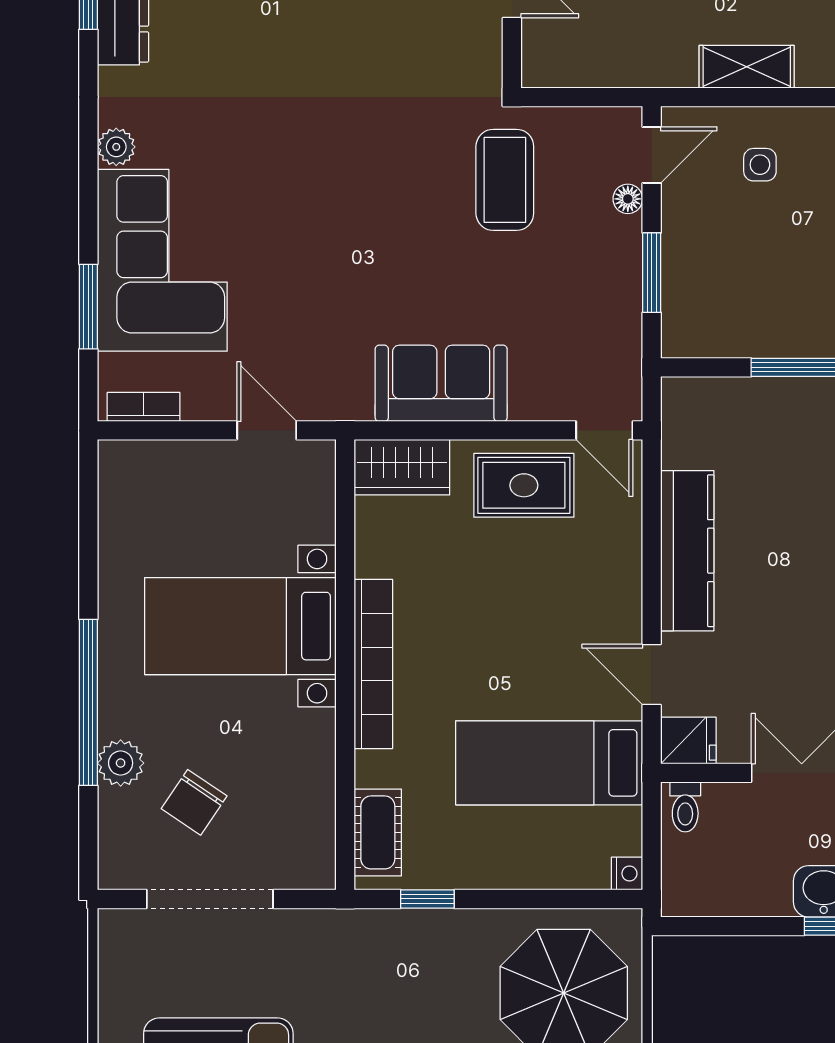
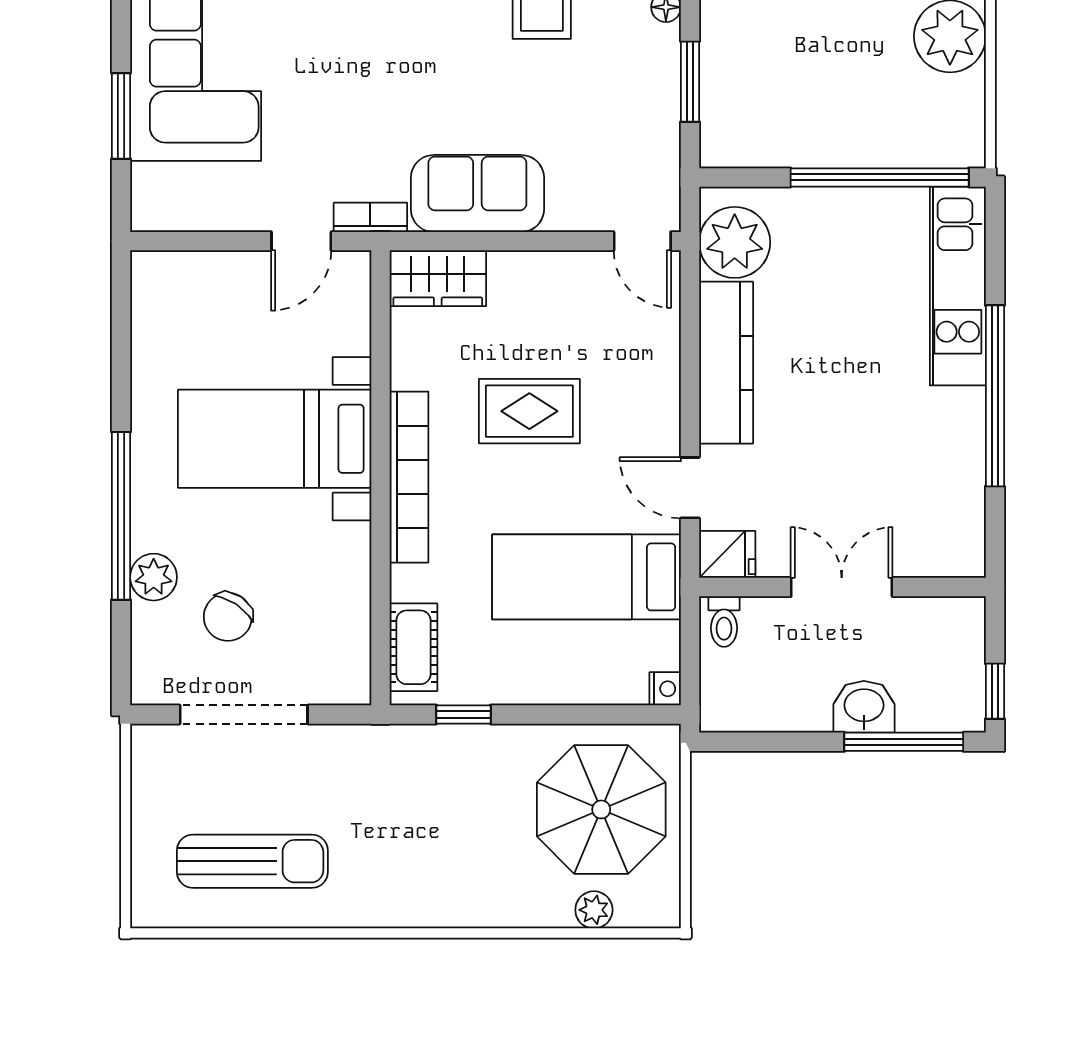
bookcase: (143, 407) -> (370, 217), moved
door: (267, 430) -> (301, 241), swing flipped
plant: (696, 432) -> (735, 242), added
rug: (524, 485) -> (529, 411), moved

